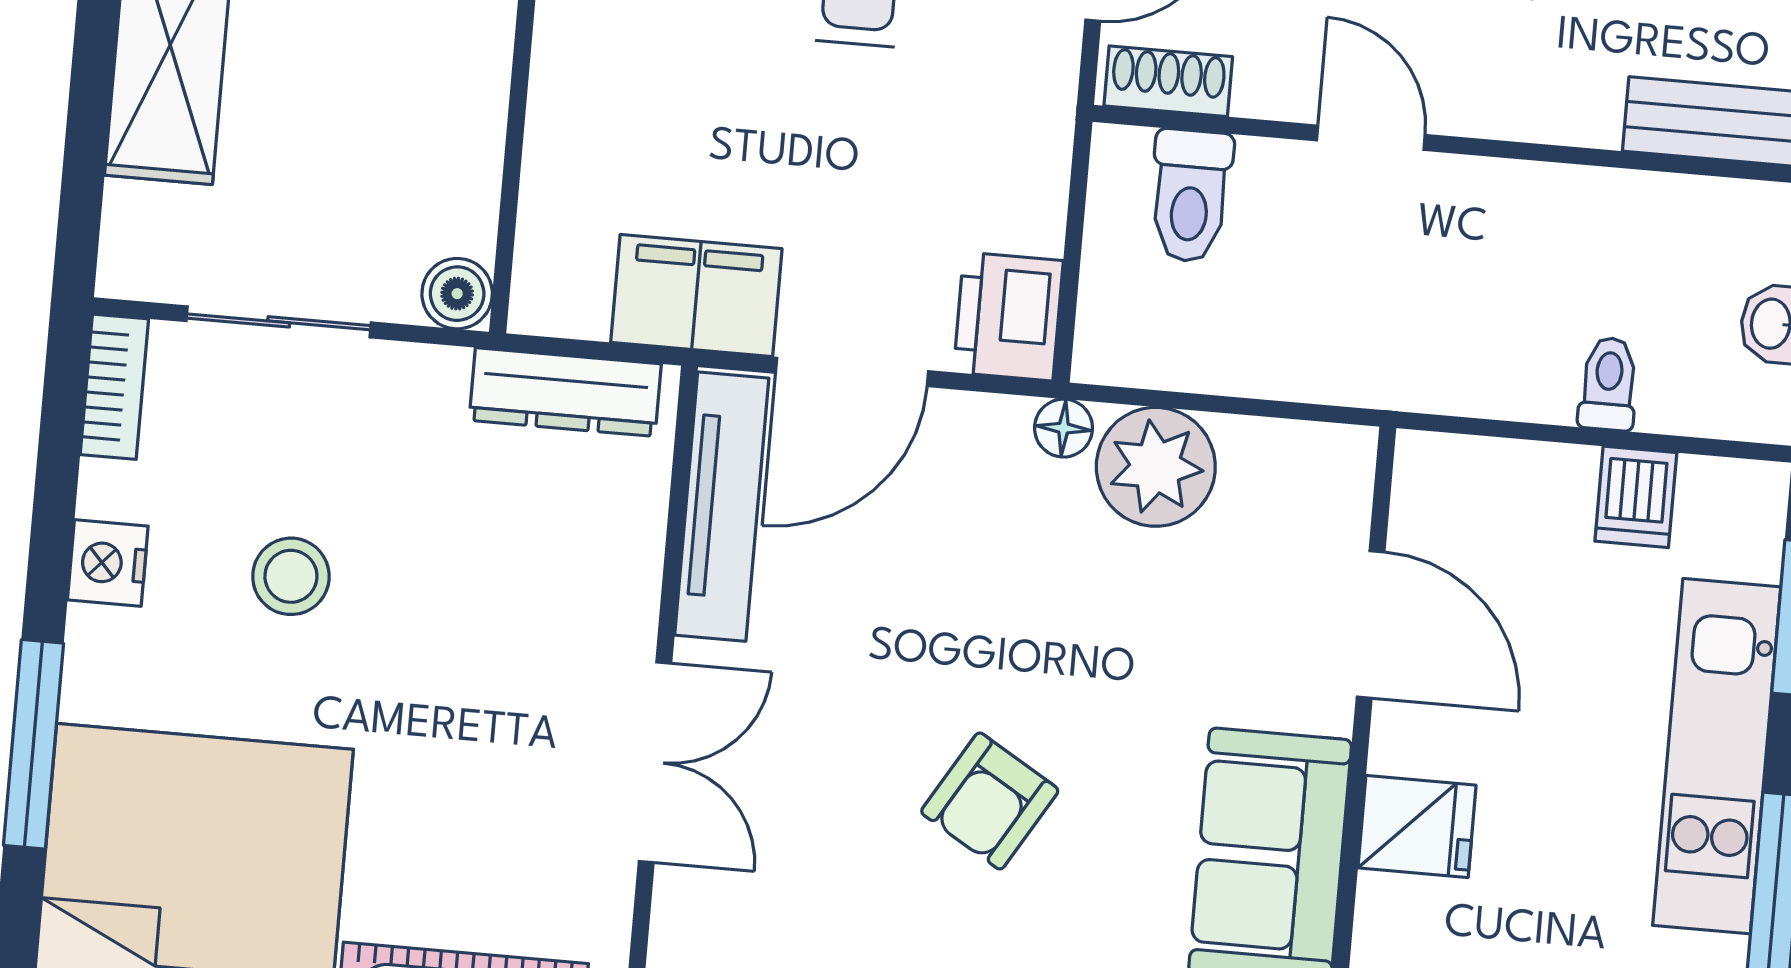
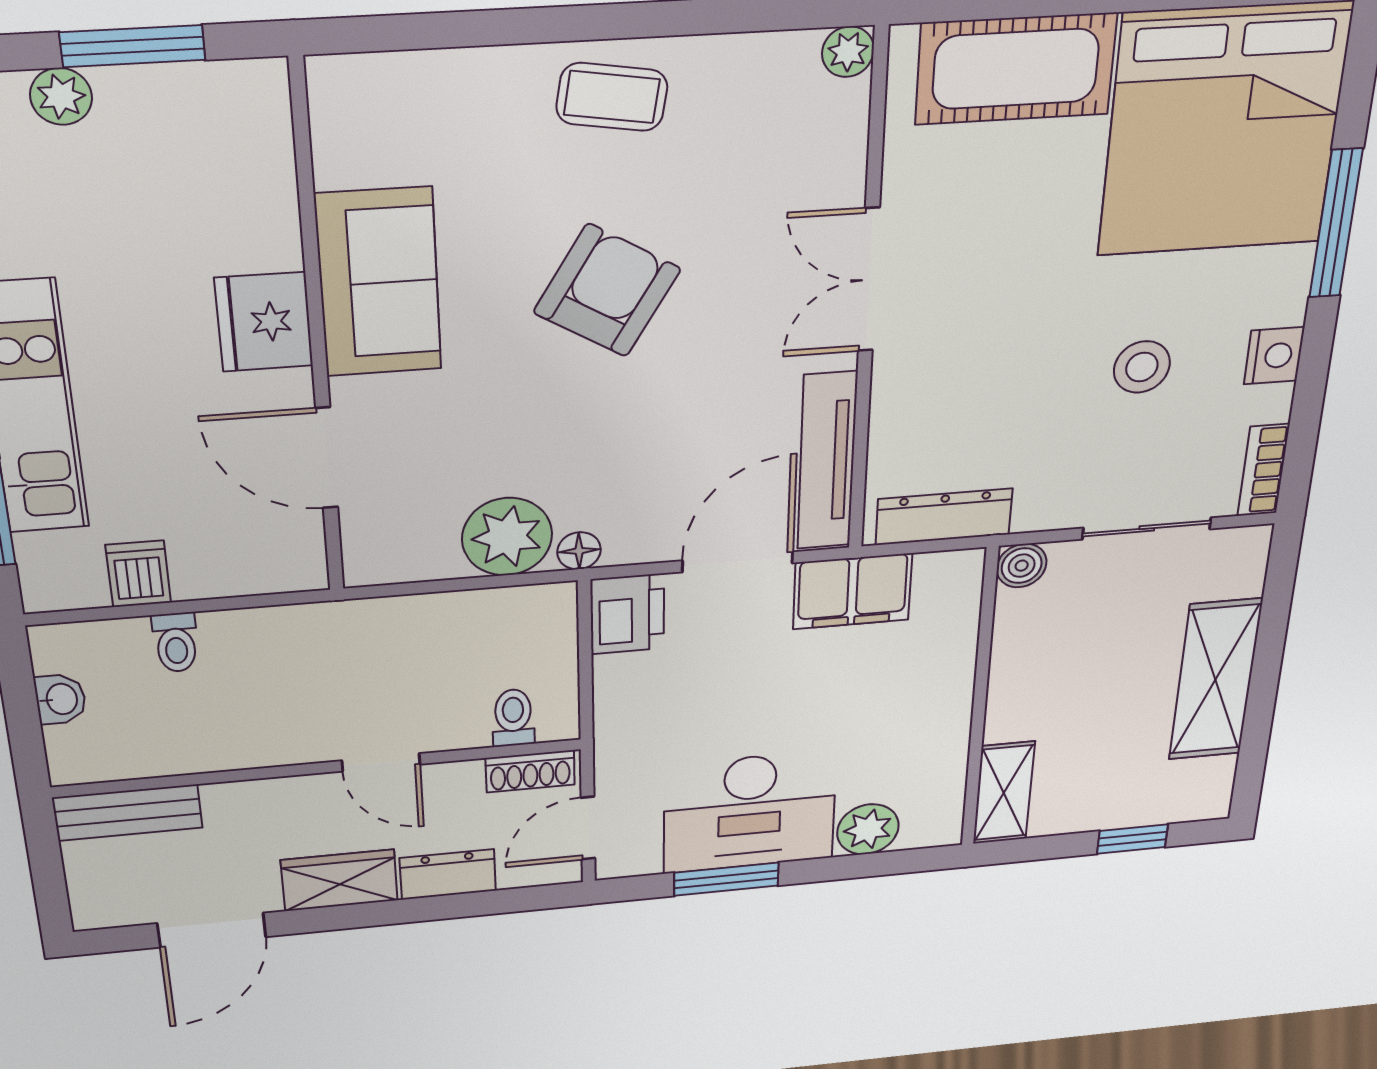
toilet: (1190, 196) -> (513, 718), width x0.73, depth x0.72
armchair: (990, 801) -> (607, 291), width x1.38, depth x1.38
fridge: (1417, 827) -> (264, 322), width x1.38

